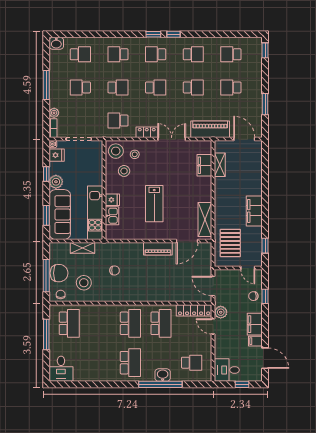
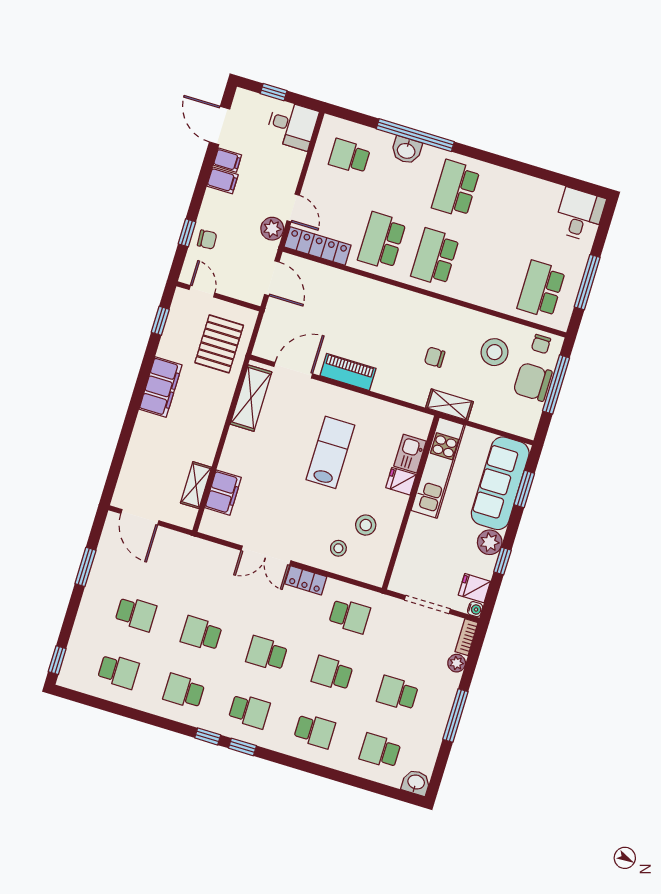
school desk: (80, 87) -> (398, 693), turned 180
piano: (210, 129) -> (194, 552), removed
stool: (116, 151) -> (369, 564), removed
shelving: (82, 248) -> (450, 405), moved
filing cabinet: (255, 324) -> (222, 180), width x0.50

